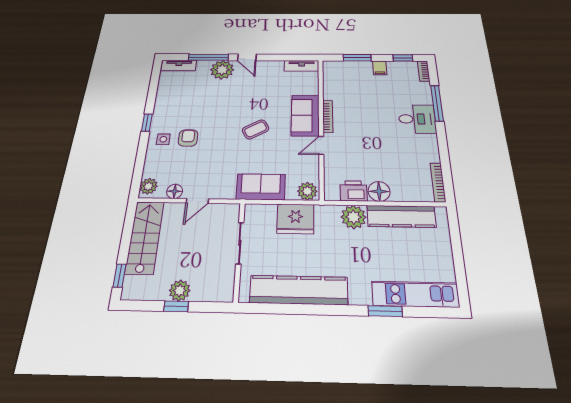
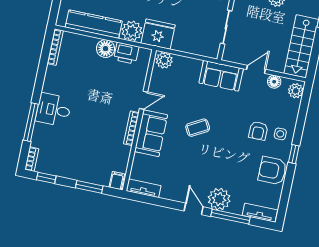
filing cabinet: (380, 68) -> (117, 181), moved
armchair: (169, 104) -> (272, 171), added
sofa: (261, 187) -> (221, 76), moved
fridge: (295, 219) -> (158, 34), moved

